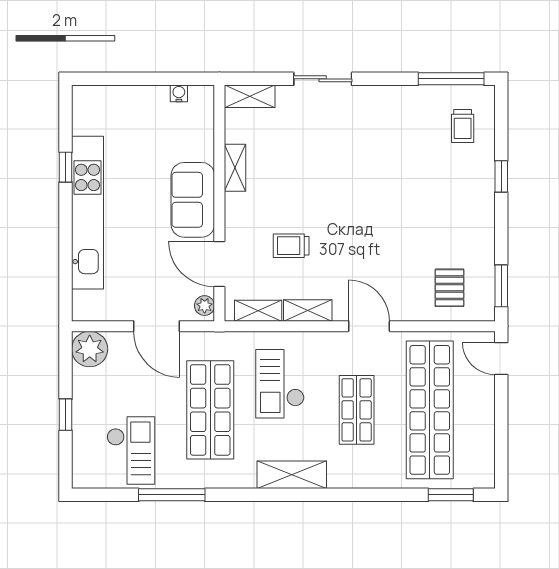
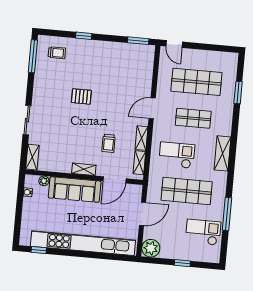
window: (66, 167) -> (39, 250), moved
shelving: (235, 168) -> (84, 169), moved
sofa: (193, 200) -> (75, 190), width x1.36
kitchen unit: (88, 213) -> (83, 243), width x1.36
pallet: (449, 288) -> (81, 96), moved
plant: (205, 306) -> (44, 181), moved
door: (501, 359) -> (174, 44), hinge flipped
checkout: (280, 384) -> (177, 155), turned 180
shop shelf: (430, 410) -> (196, 82), width x0.71
window: (451, 495) -> (238, 93), moved

